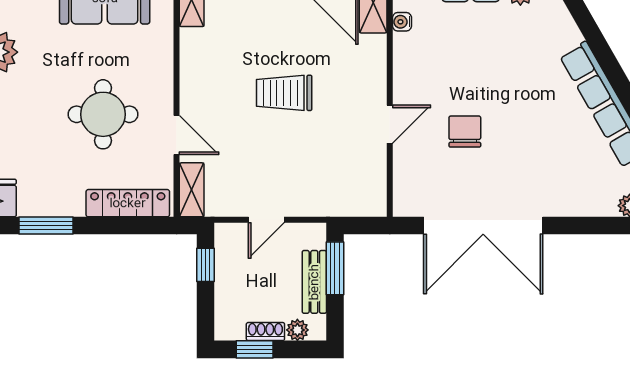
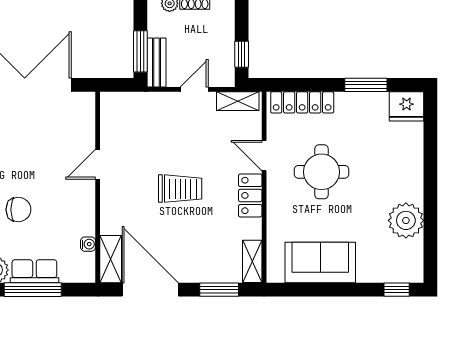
locker: (194, 84) -> (250, 195), added
chair: (465, 132) -> (18, 210), moved, turned -90
shelving: (192, 190) -> (238, 101), moved, turned 90
bench: (314, 282) -> (156, 63), moved

